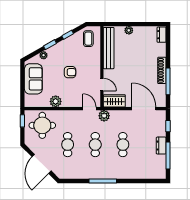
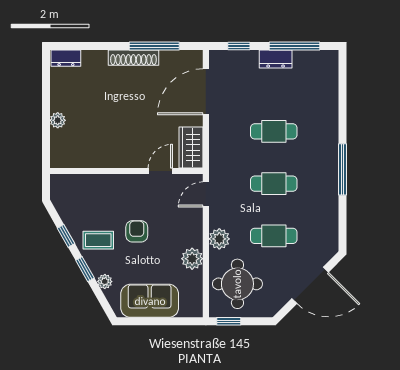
coffee table: (88, 39) -> (98, 240), moved
bench: (109, 48) -> (91, 158), removed
plant: (104, 116) -> (219, 239), moved

